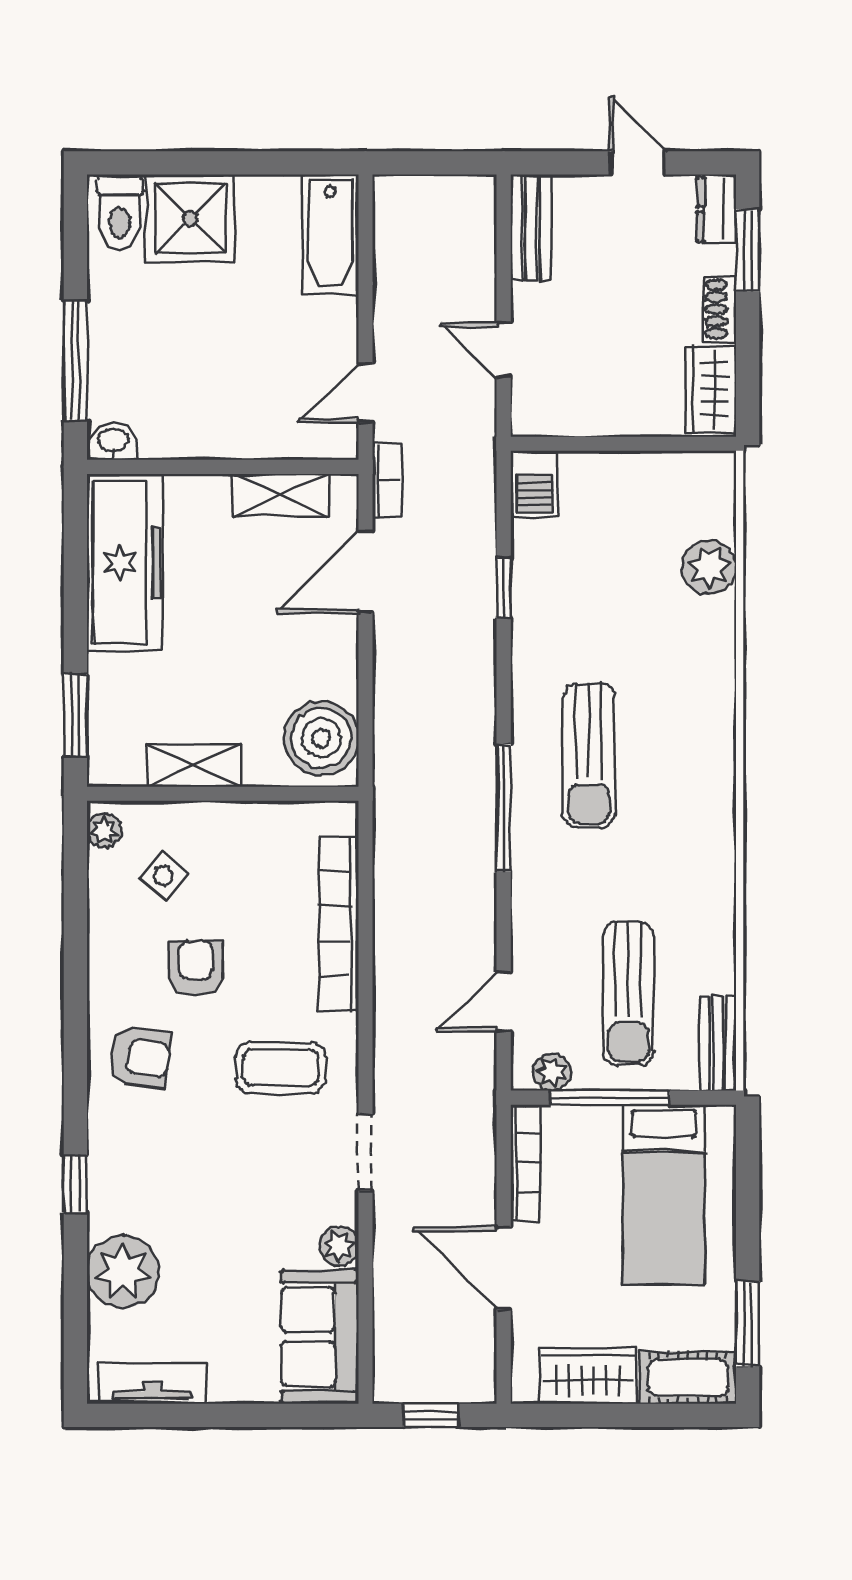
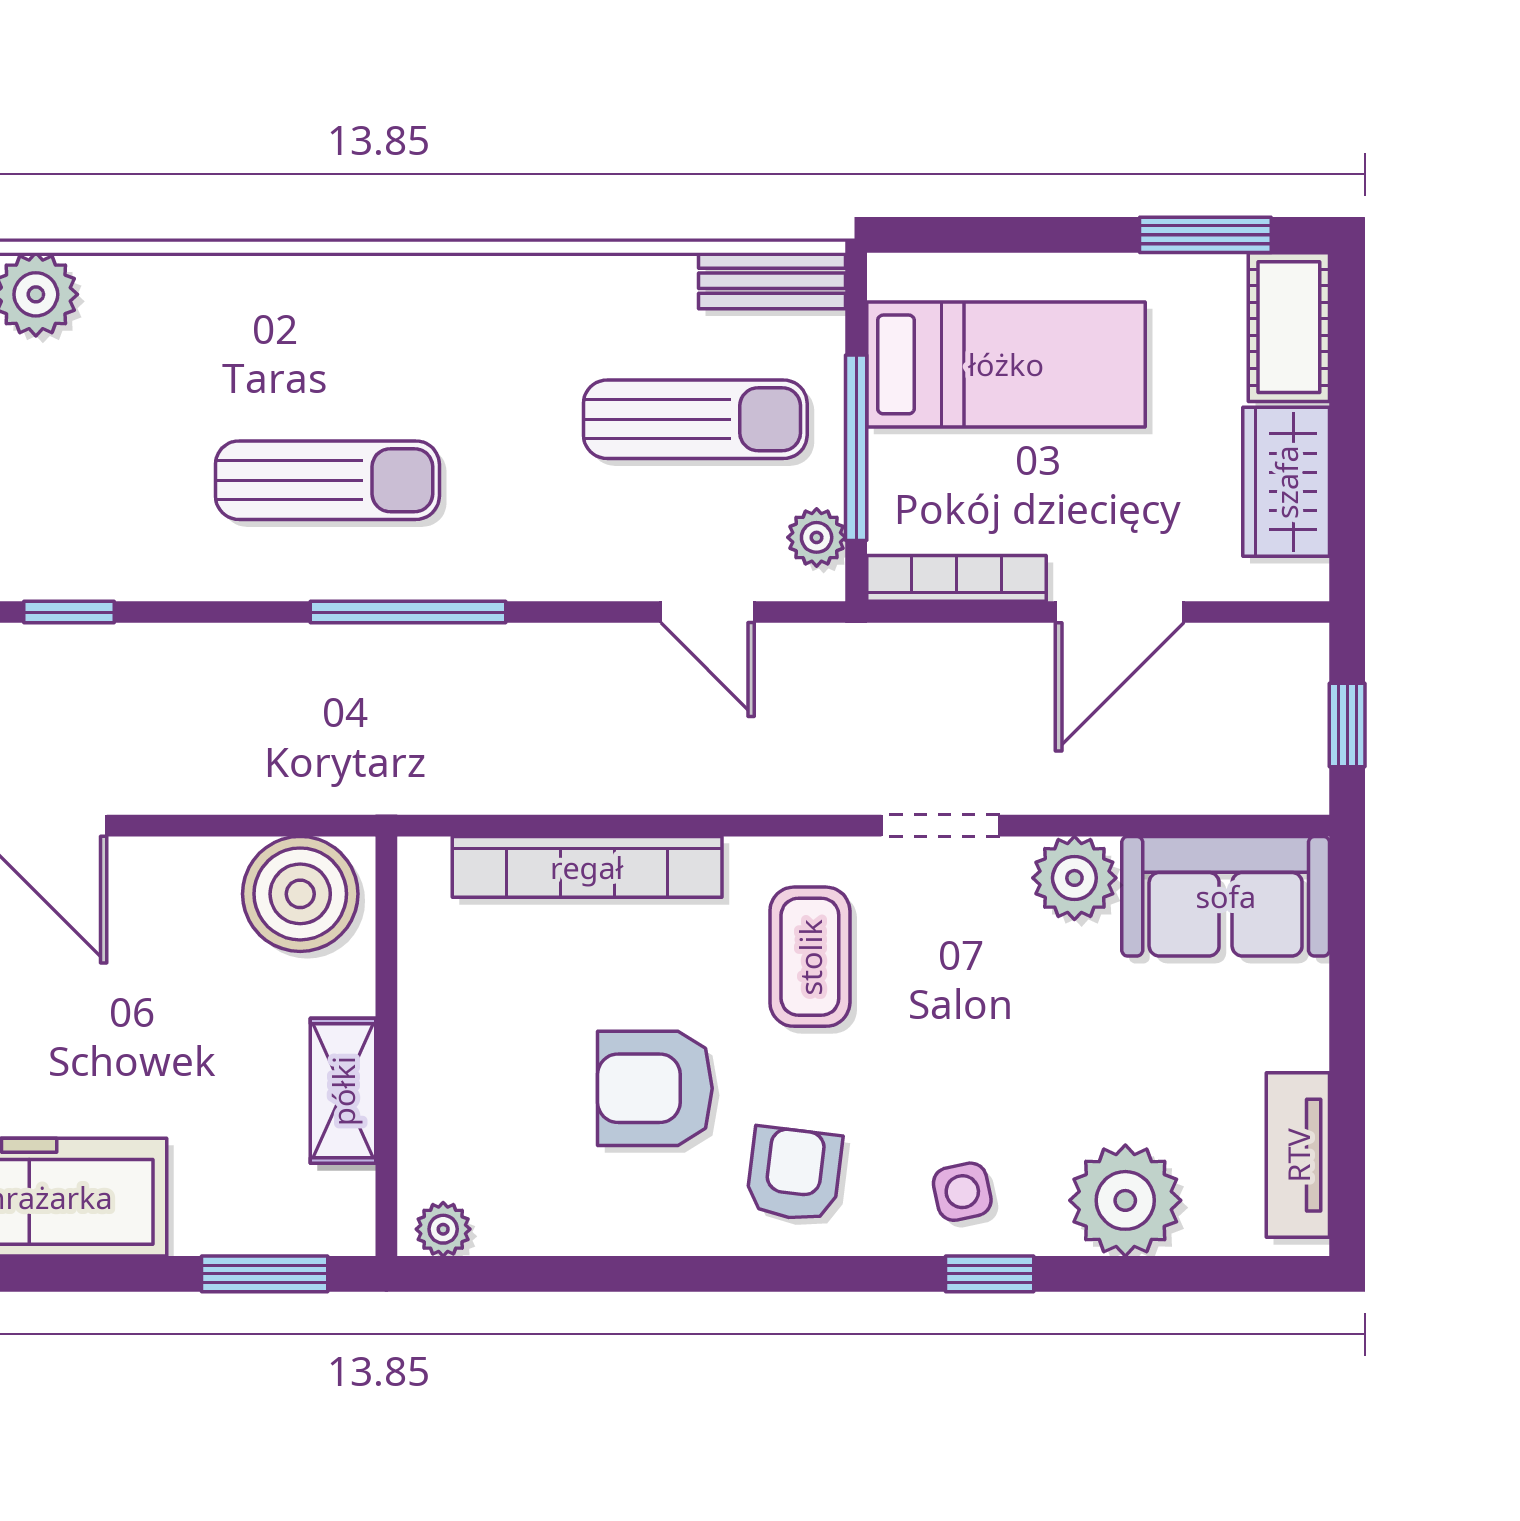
side table: (164, 876) -> (962, 1192), moved, turned 37
armchair: (196, 968) -> (655, 1088), width x1.38, depth x1.38
plant: (339, 1246) -> (1074, 878), width x1.38, depth x1.38

